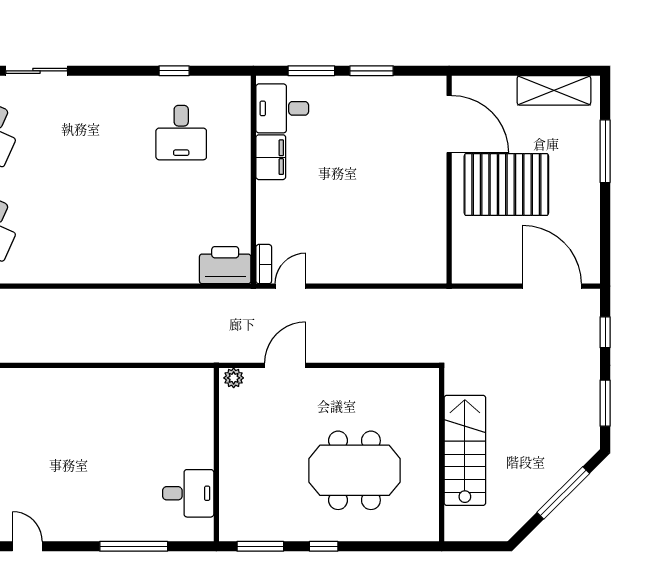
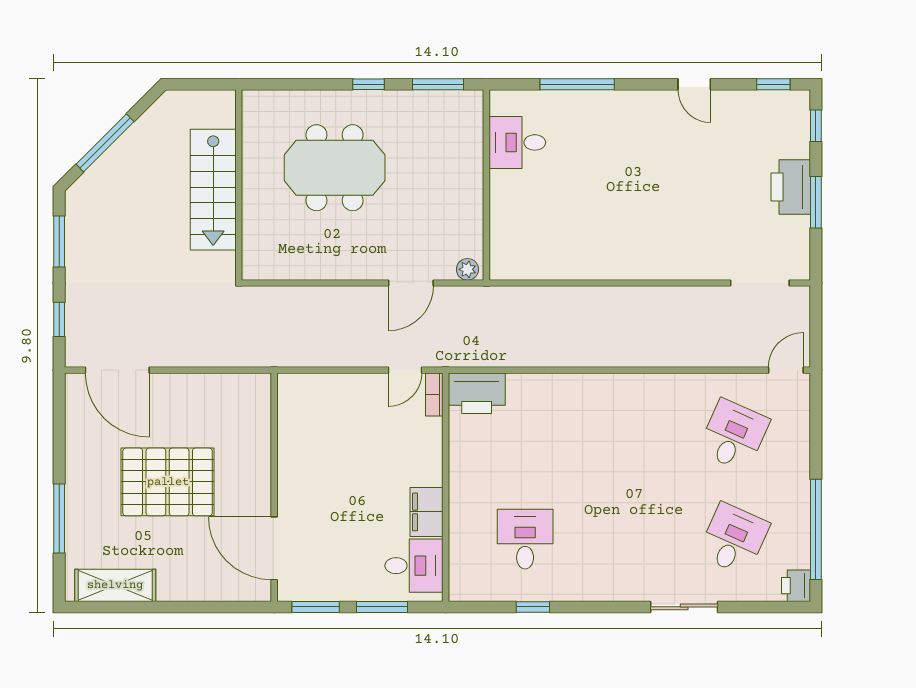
door: (449, 124) -> (274, 548), moved
wall: (449, 180) -> (274, 487), moved

